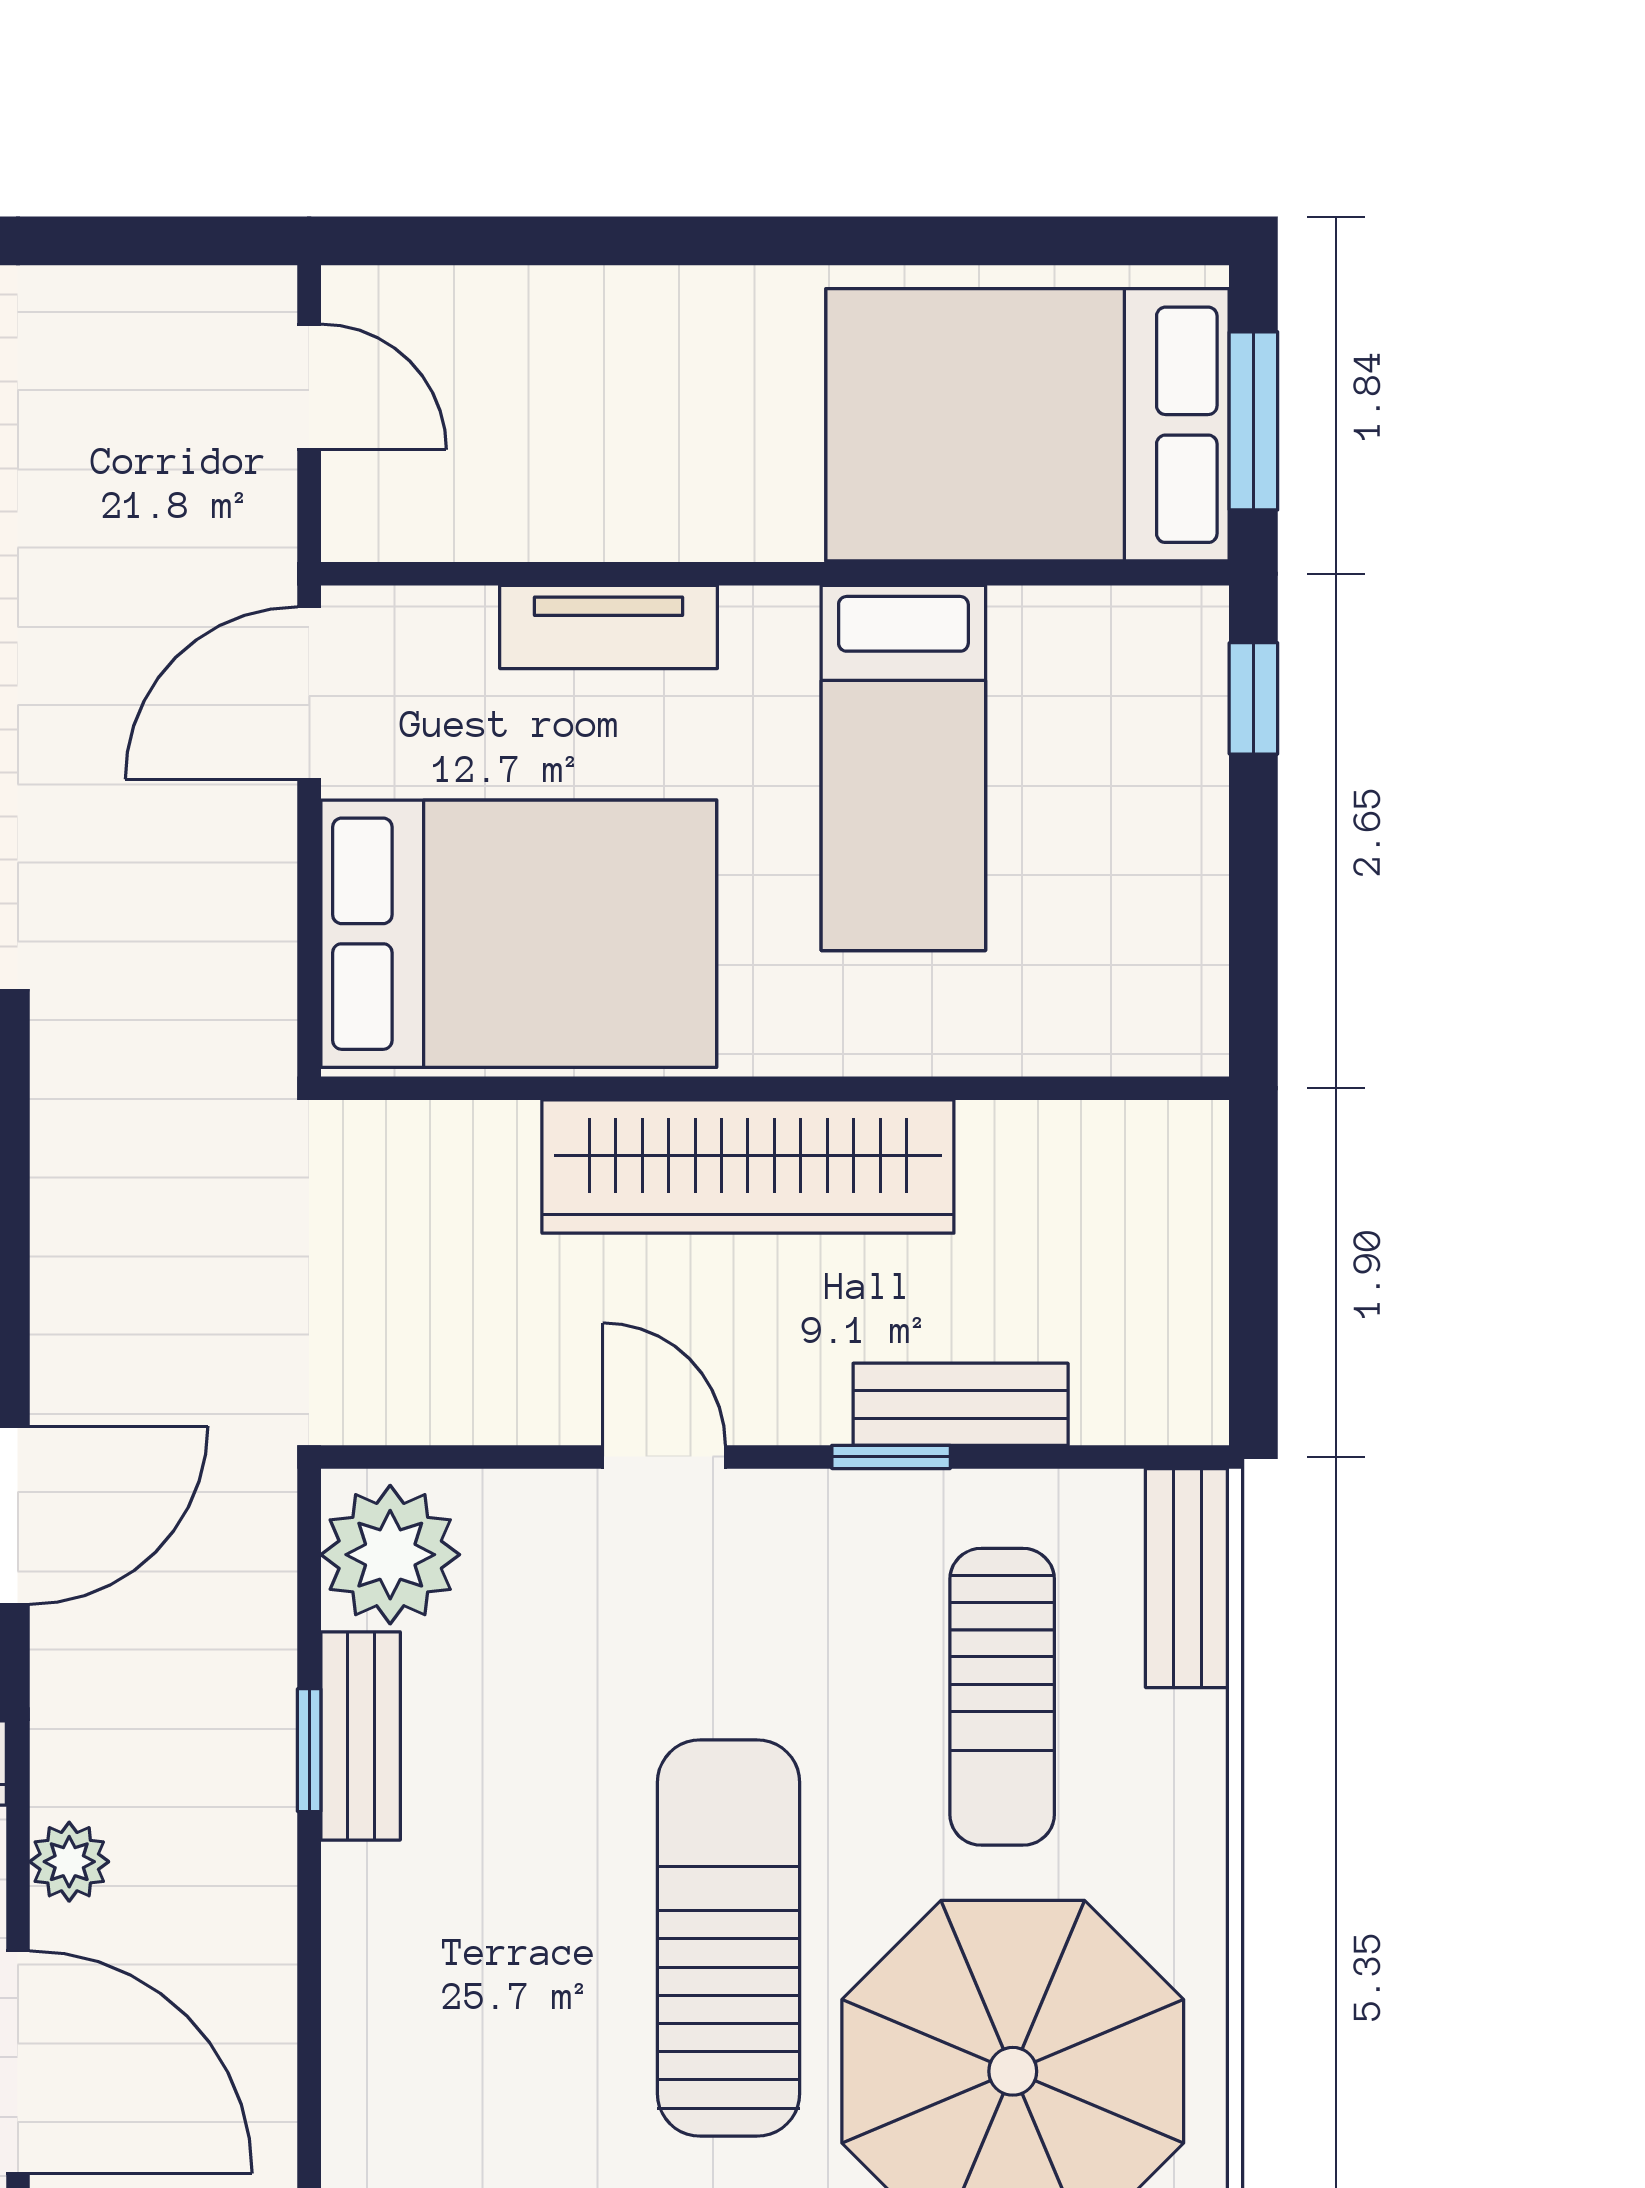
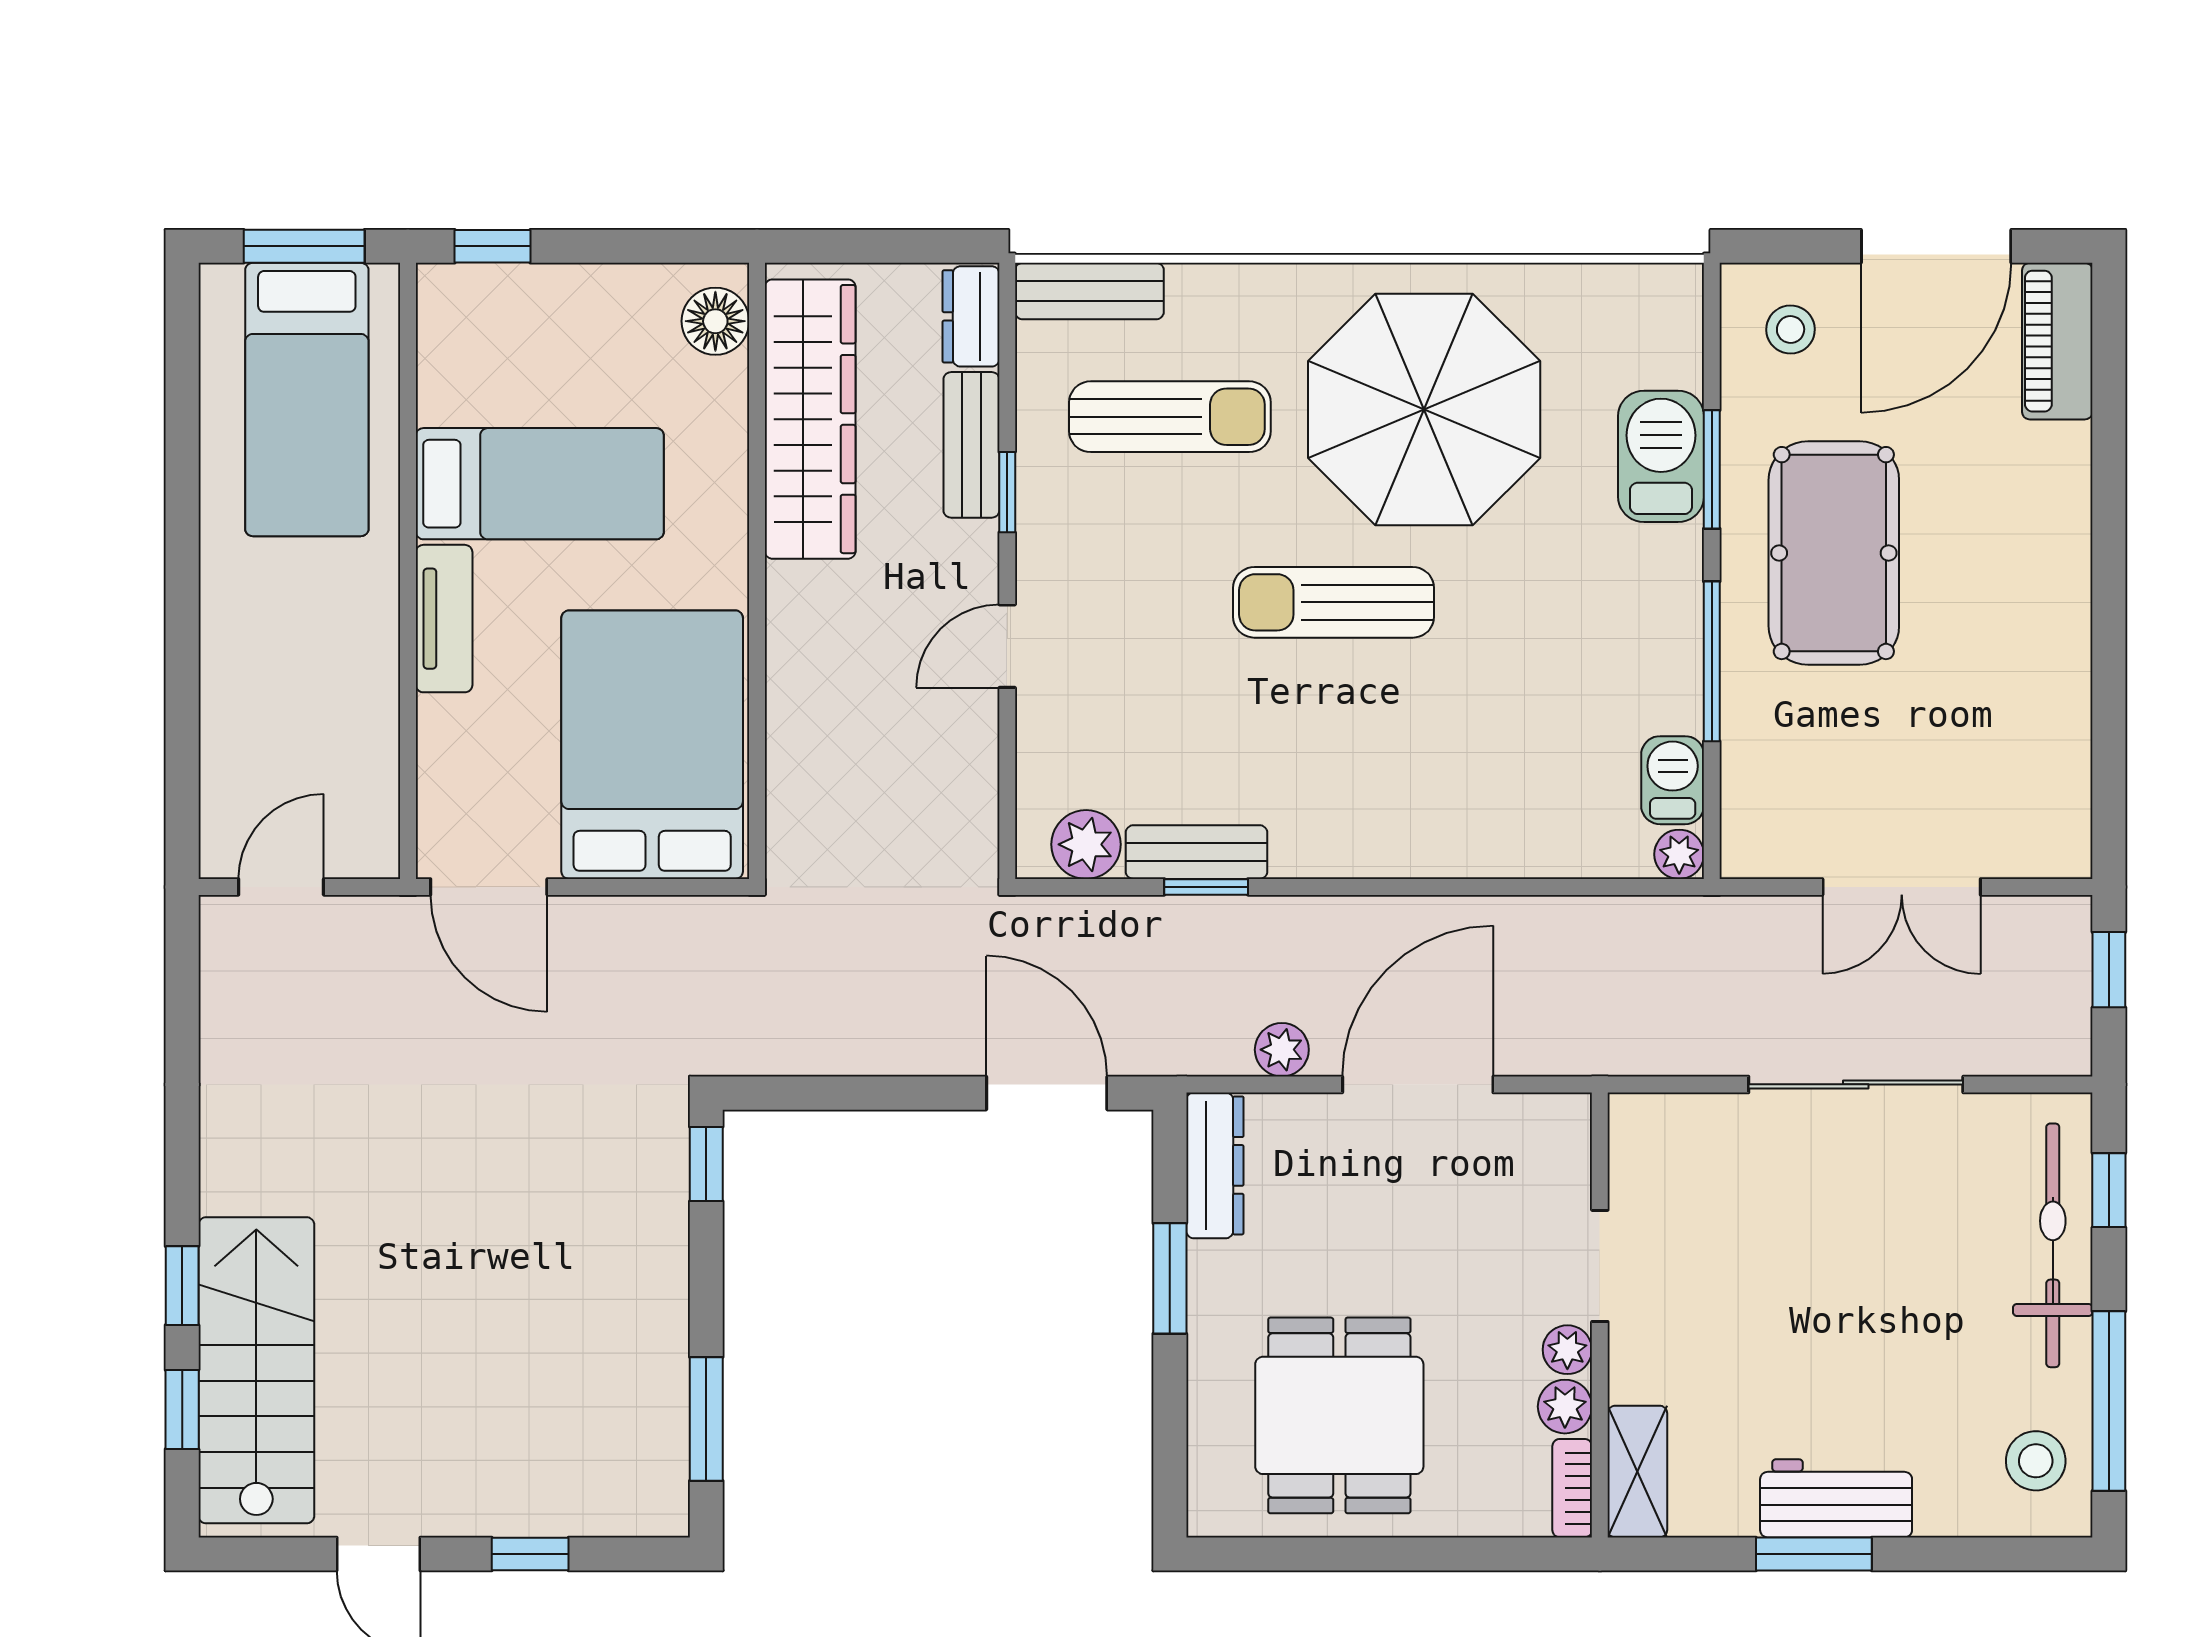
bed: (1027, 425) -> (307, 400), width x0.67
tv unit: (609, 627) -> (444, 619), moved
floor lamp: (1143, 1027) -> (715, 321), added
wardrobe: (748, 1167) -> (810, 419), moved
dresser: (1150, 1404) -> (971, 316), added
plant: (390, 1555) -> (1086, 844), width x0.73, depth x0.73
sun lounger: (729, 1938) -> (1334, 602), width x0.73, depth x0.75

